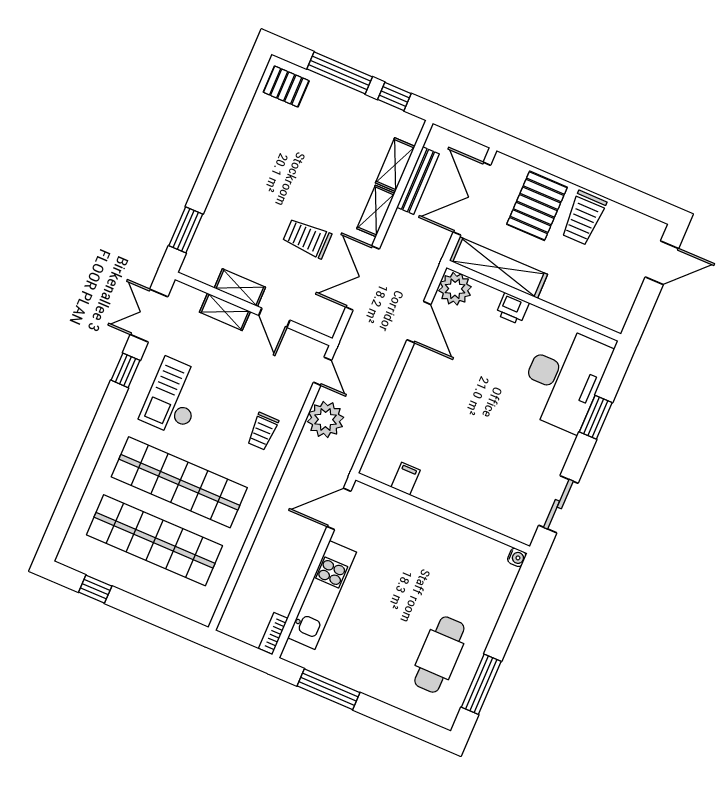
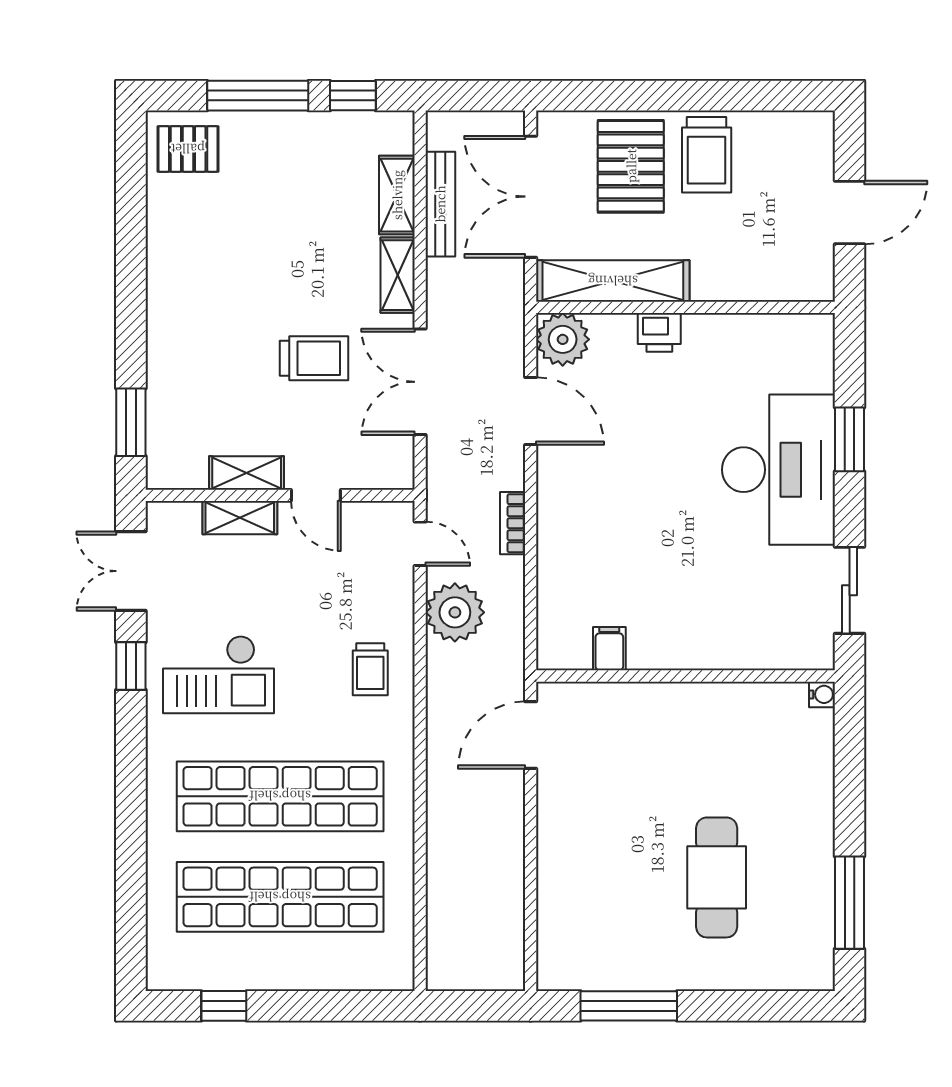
trolley: (307, 238) -> (314, 358), turned 180
door: (662, 263) -> (850, 213), moved
desk: (564, 379) -> (778, 470), moved
checkout: (174, 397) -> (219, 675), turned -90
kitchen unit: (322, 595) -> (560, 872), removed
bookcase: (273, 633) -> (513, 523), moved
cafe table: (439, 655) -> (717, 877), moved

